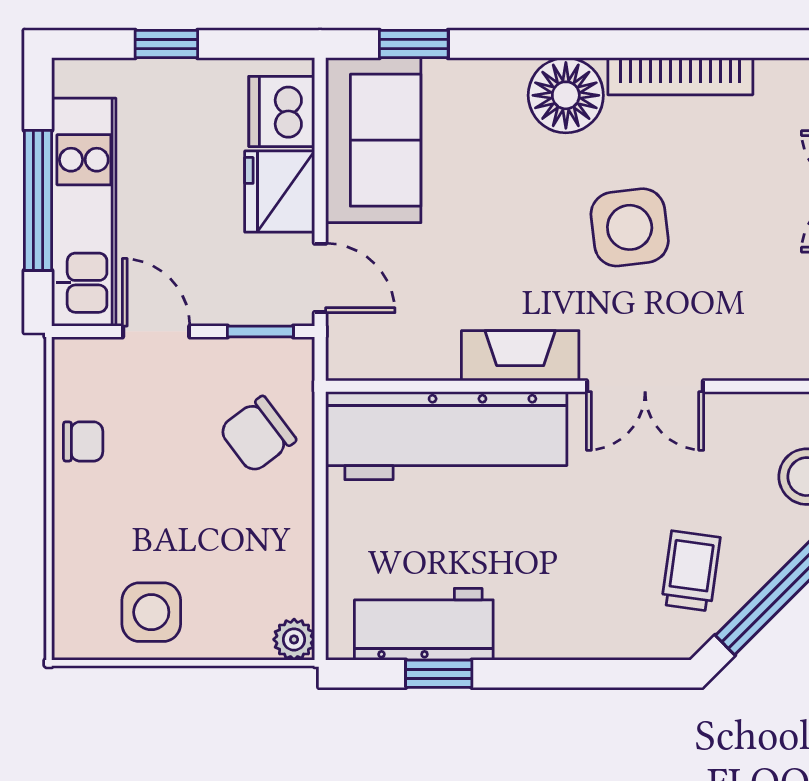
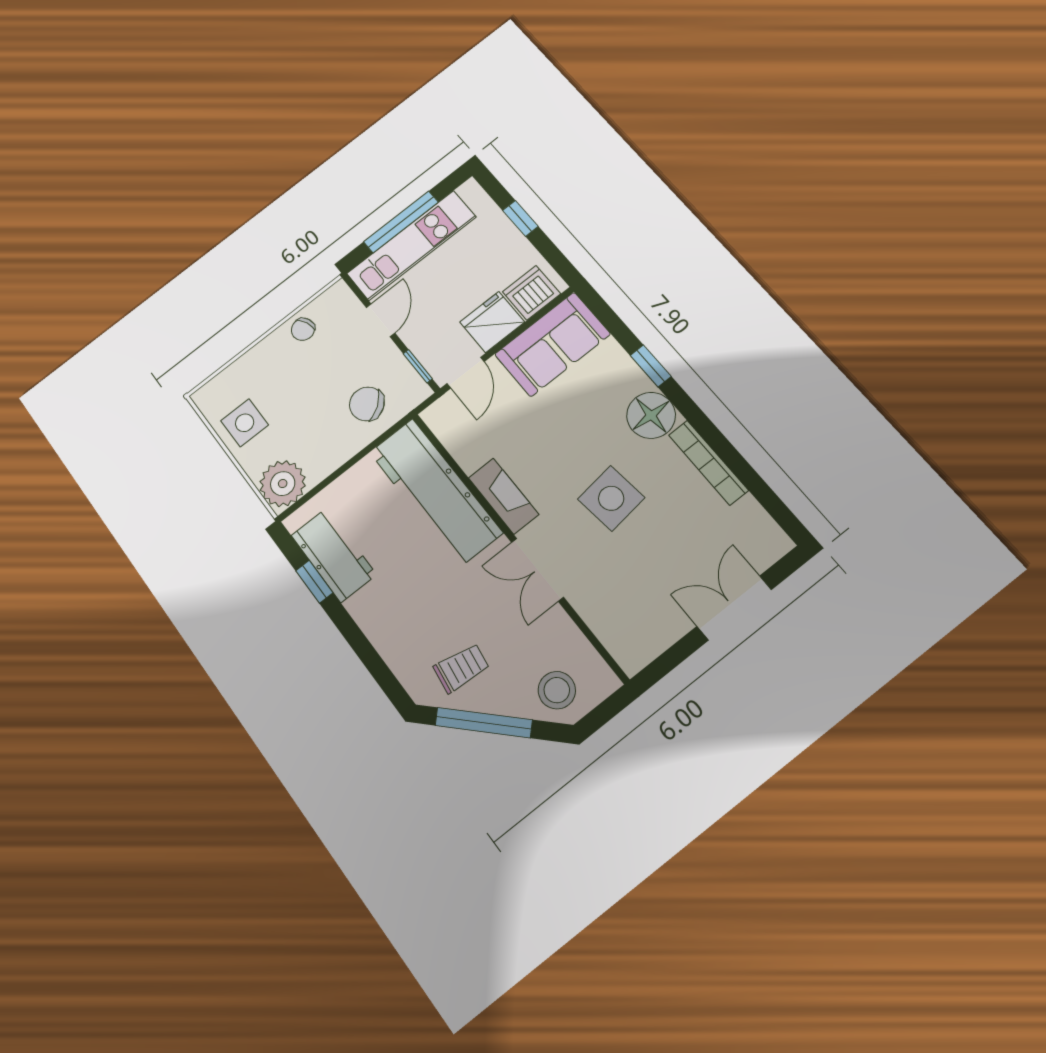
window: (414, 44) -> (651, 366), moved
chair: (83, 441) -> (303, 329), turned 67
plant: (294, 639) -> (283, 484), width x1.88, depth x1.88

